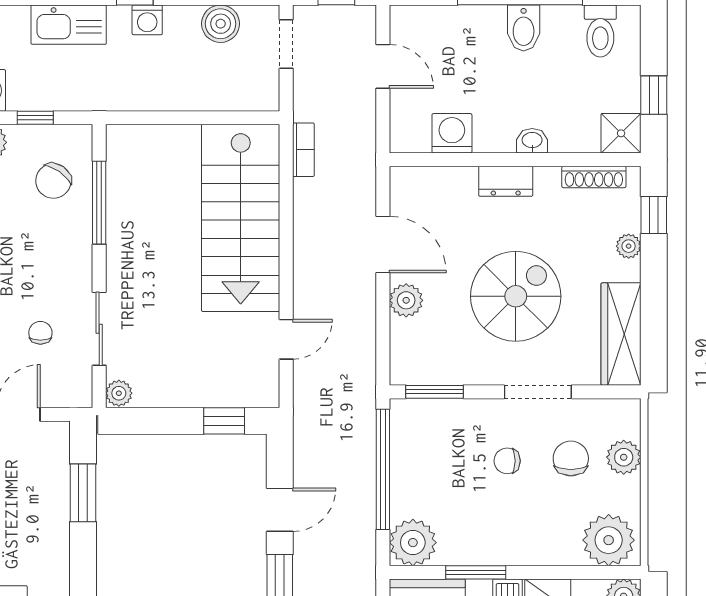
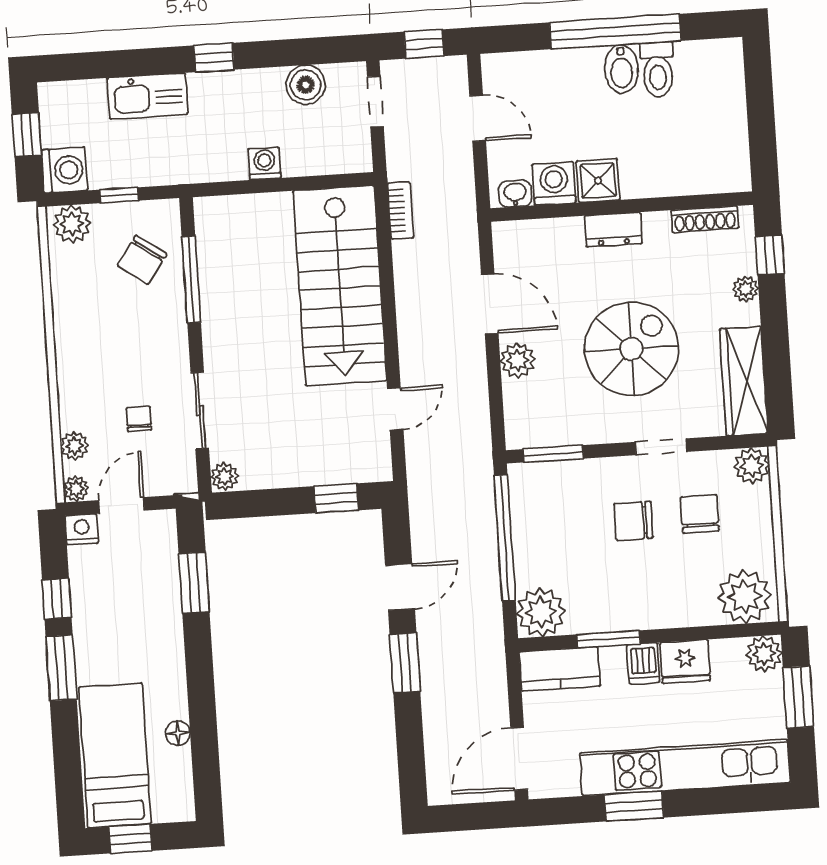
washing machine: (147, 20) -> (265, 163), moved, turned 180
toilet: (600, 31) -> (658, 70), moved
window: (654, 95) -> (762, 130), removed
shower: (621, 133) -> (598, 181), moved
washbasin: (532, 141) -> (515, 194), moved
doorway: (538, 392) -> (661, 447), width x0.73
plant: (624, 457) -> (752, 466), moved
chair: (507, 461) -> (634, 521), width x1.37, depth x1.37

